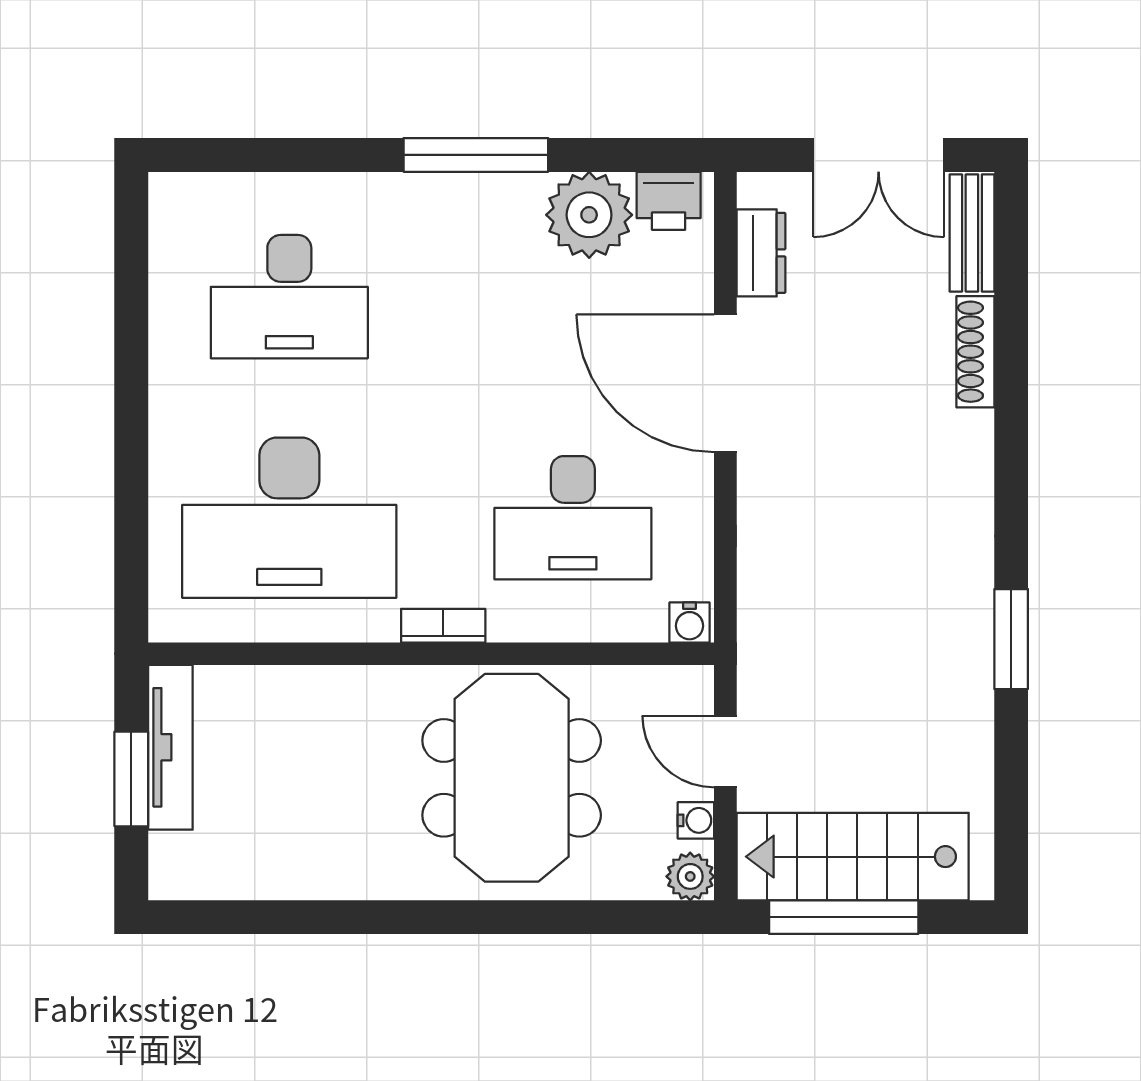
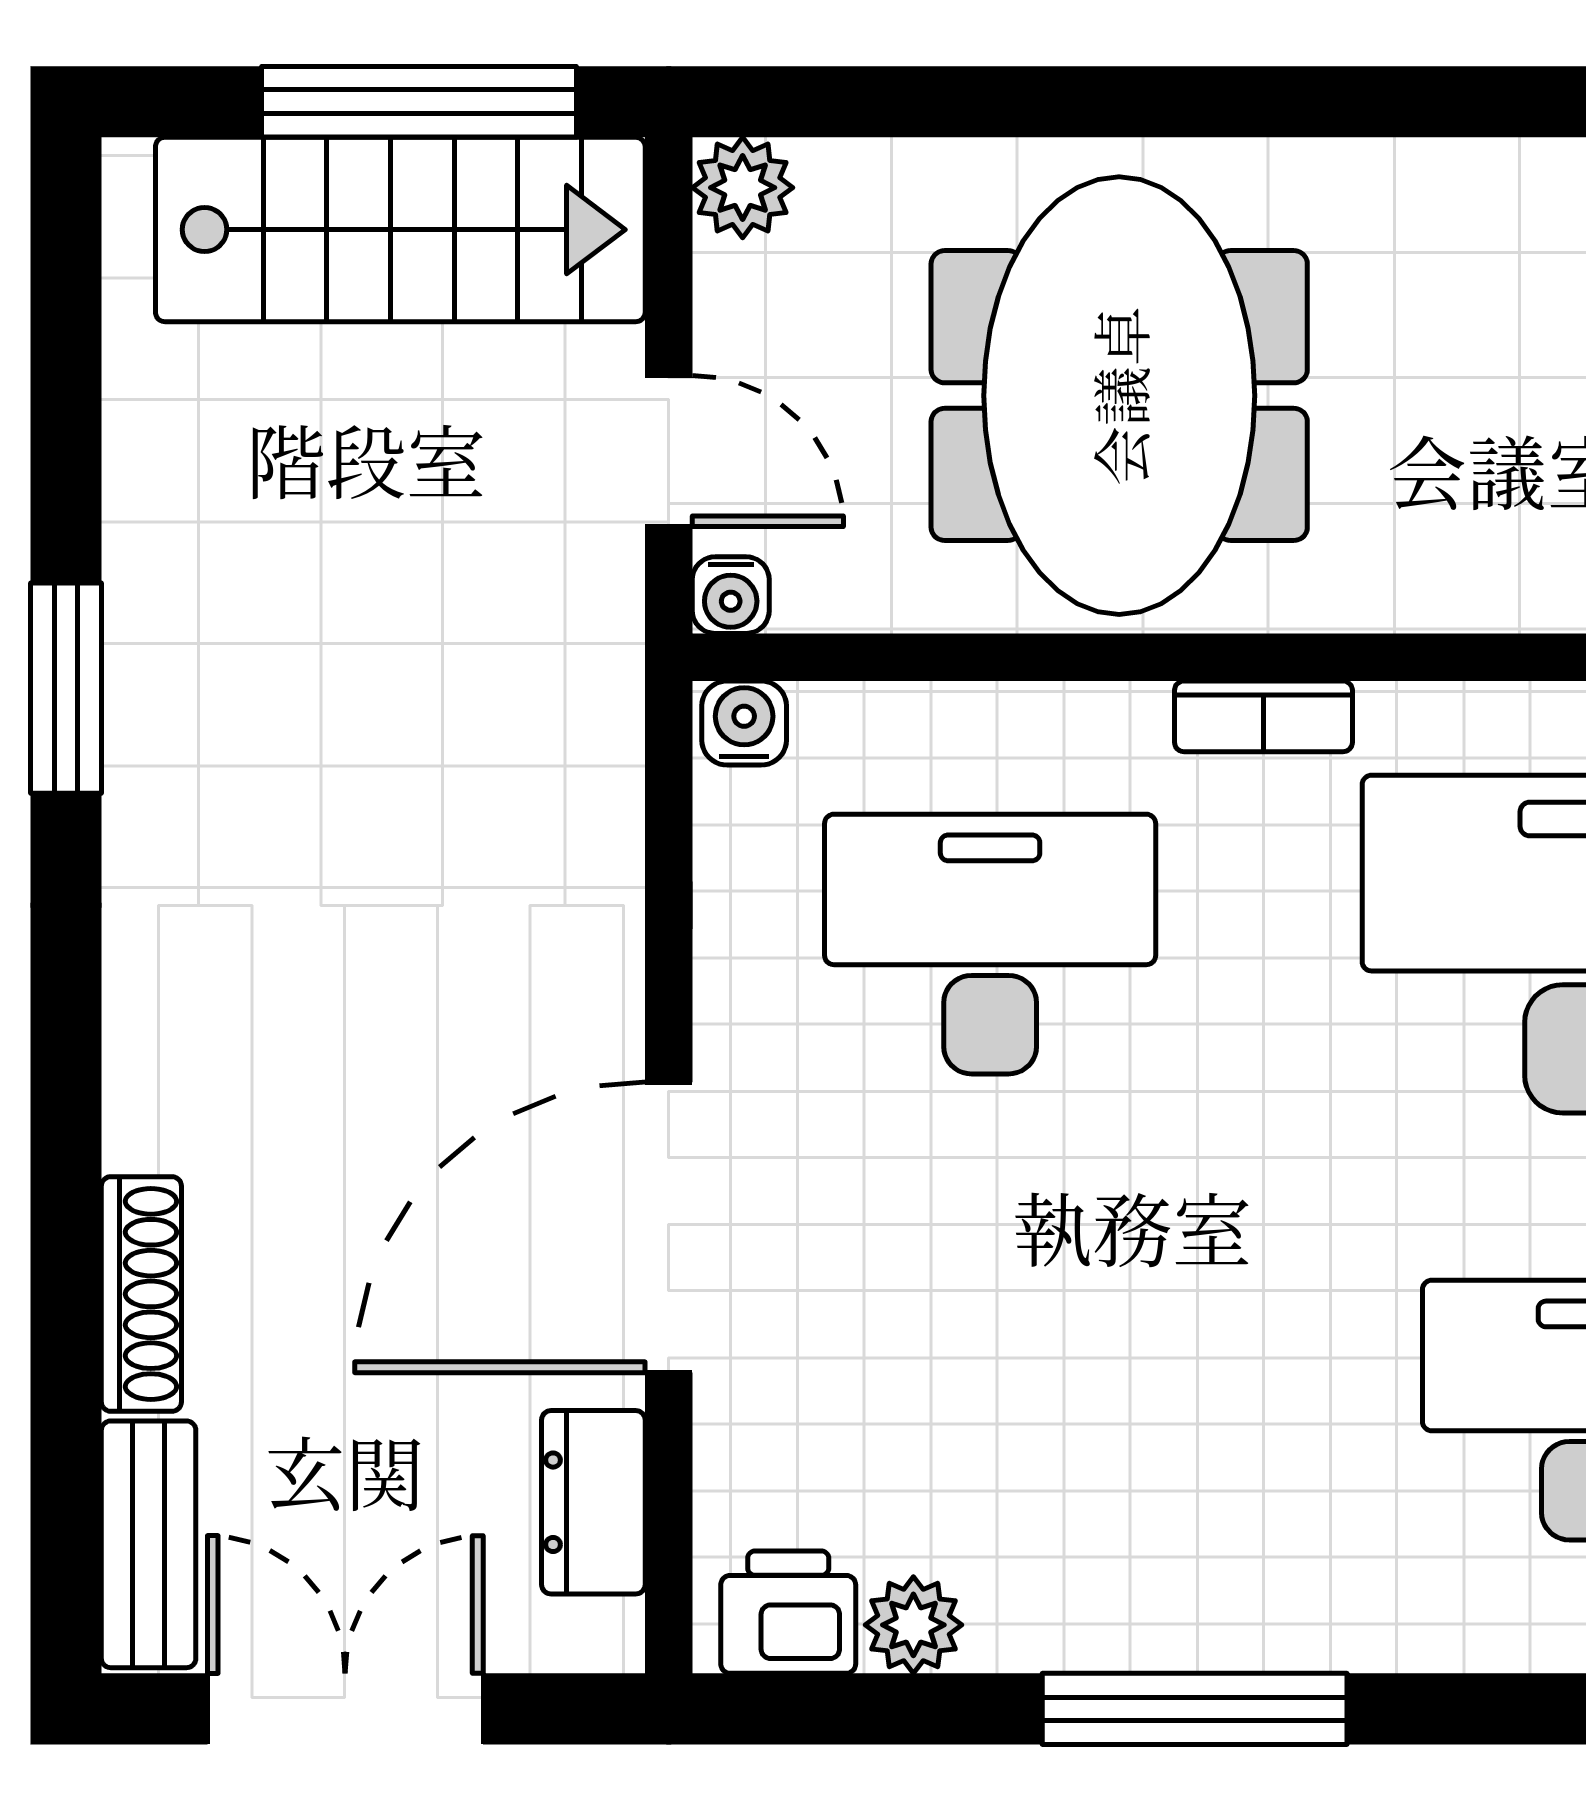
plant: (589, 215) -> (913, 1625), width x0.53, depth x0.53
door: (725, 383) -> (669, 1227), swing flipped
water cooler: (696, 820) -> (731, 595), moved, turned -90

